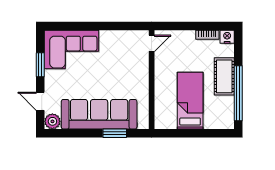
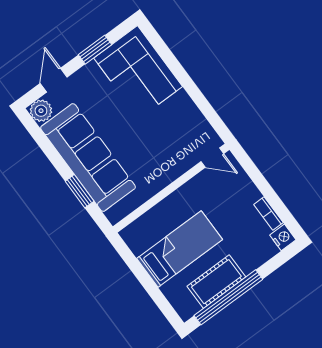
cot: (224, 76) -> (216, 282), moved

